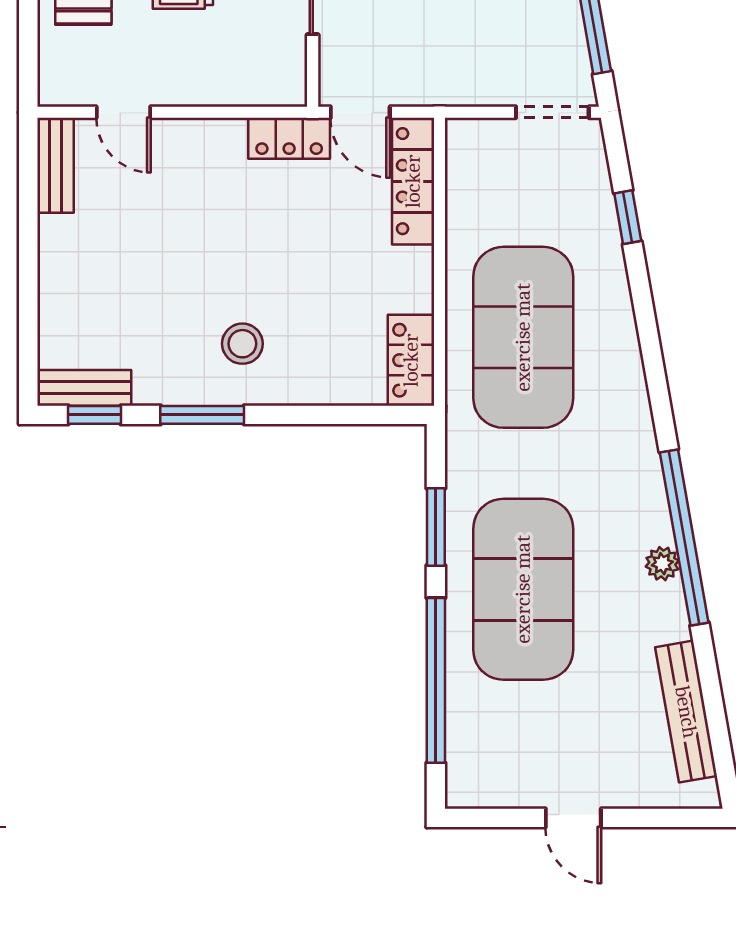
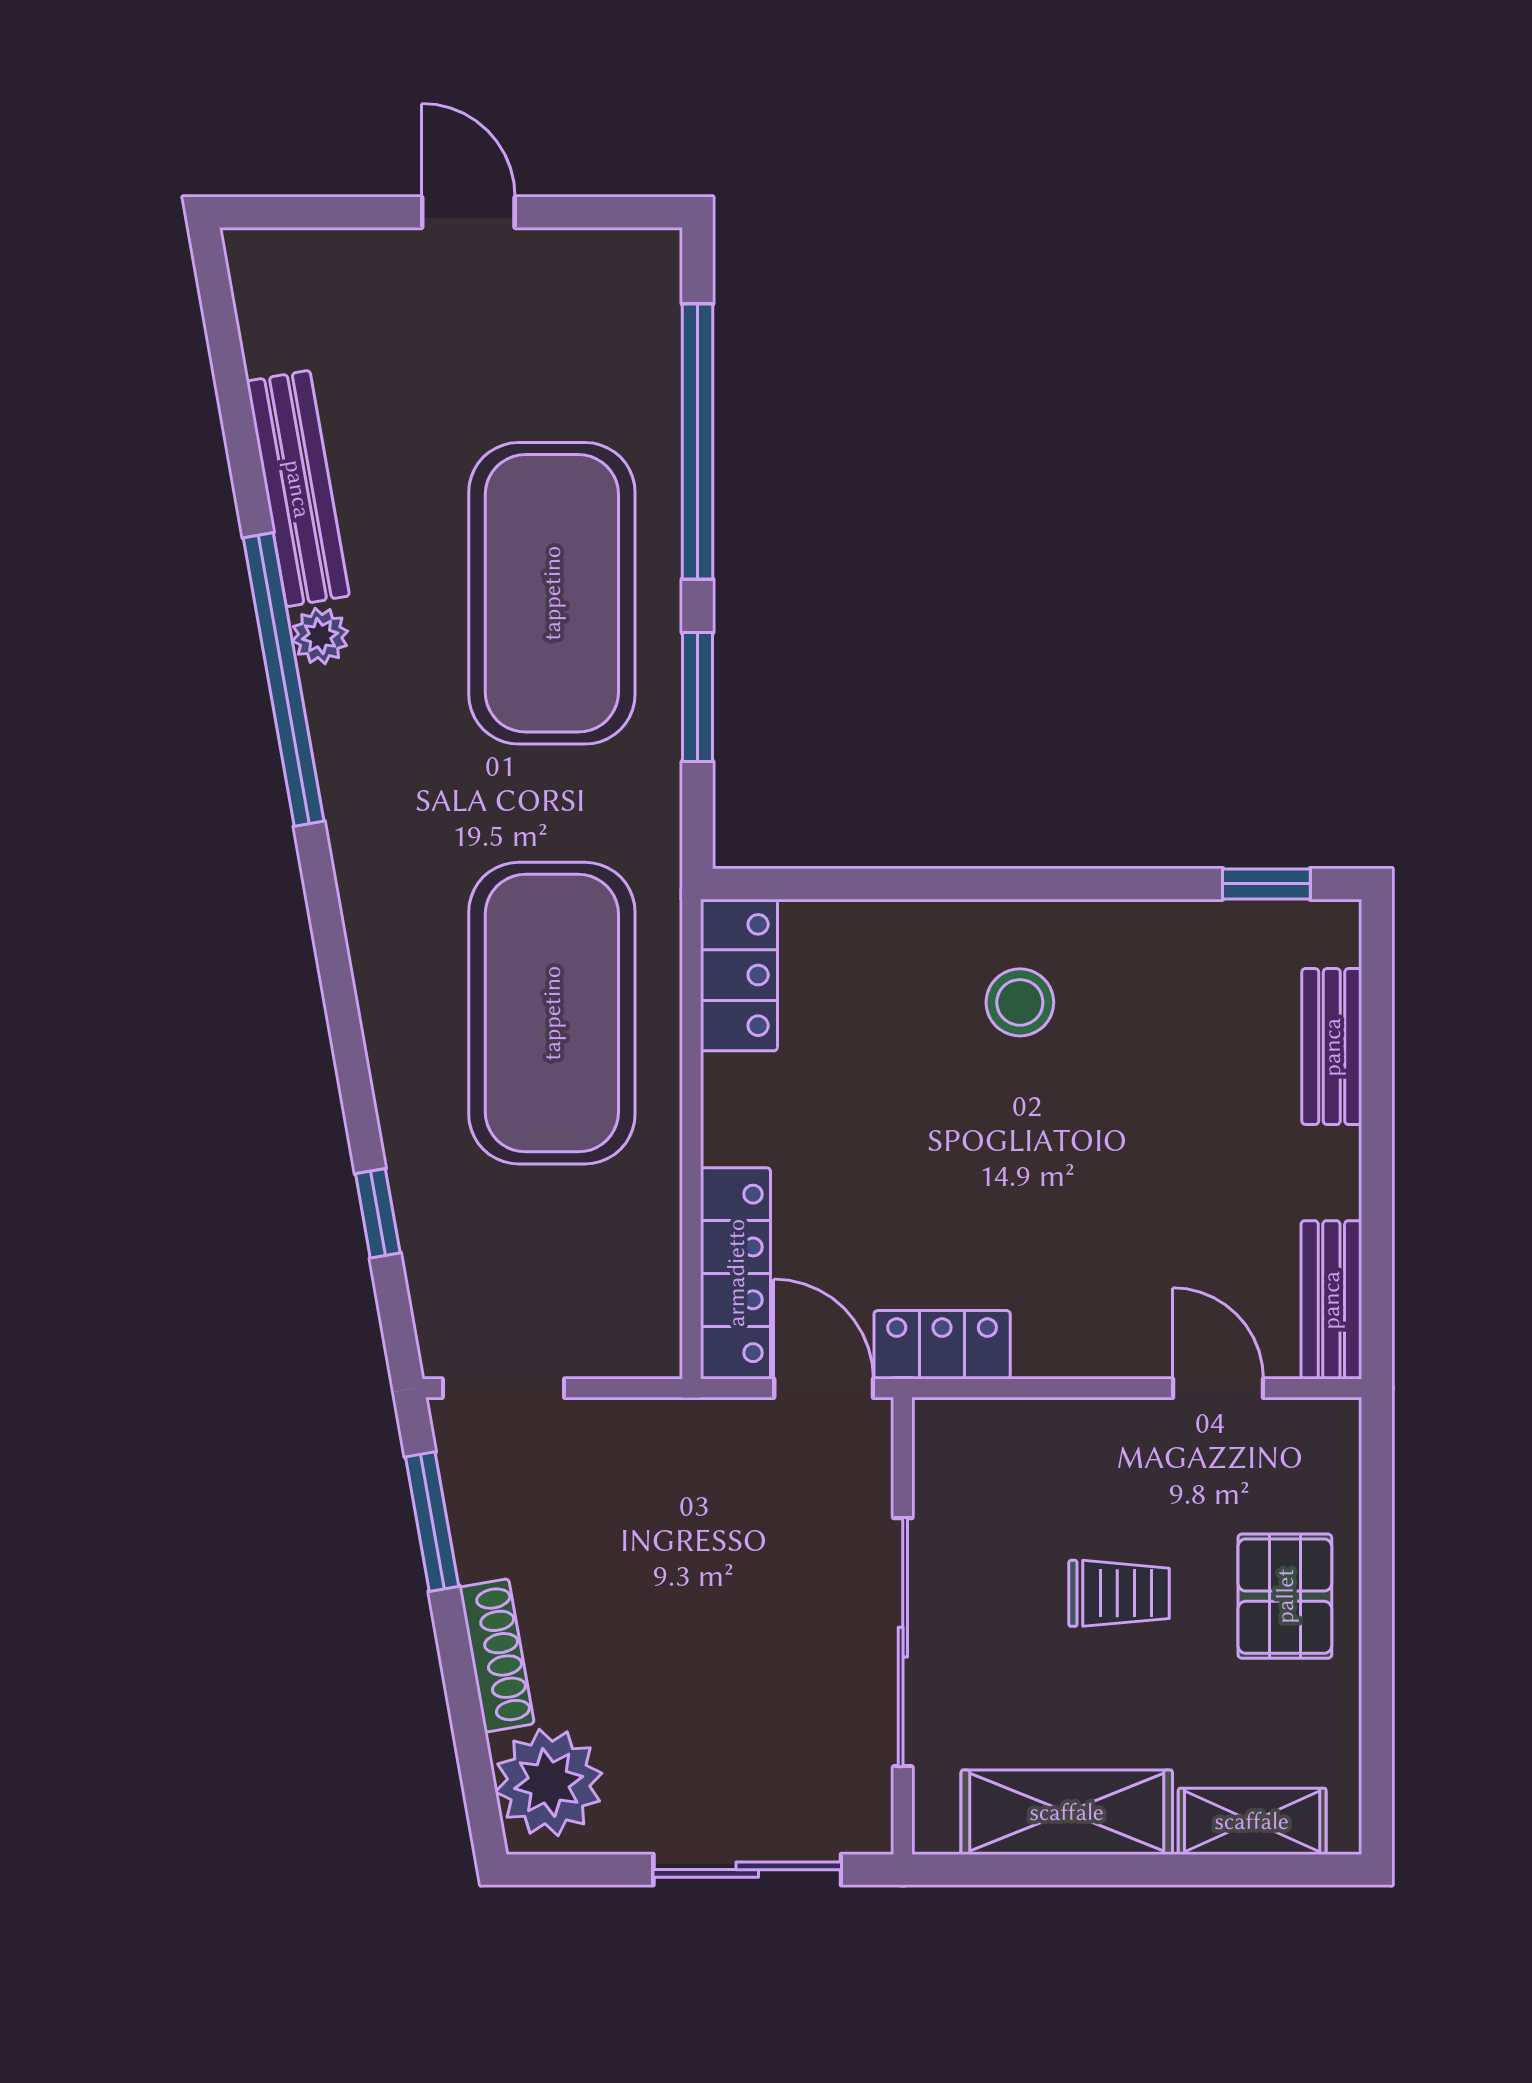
bench: (84, 388) -> (1332, 1047), moved, turned 90
window: (202, 415) -> (1087, 884), removed
bench: (686, 712) -> (298, 489), moved

